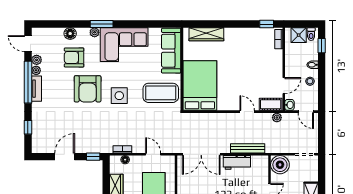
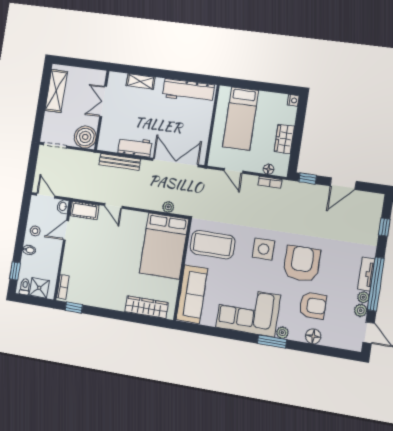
plant: (277, 118) -> (168, 207), moved

